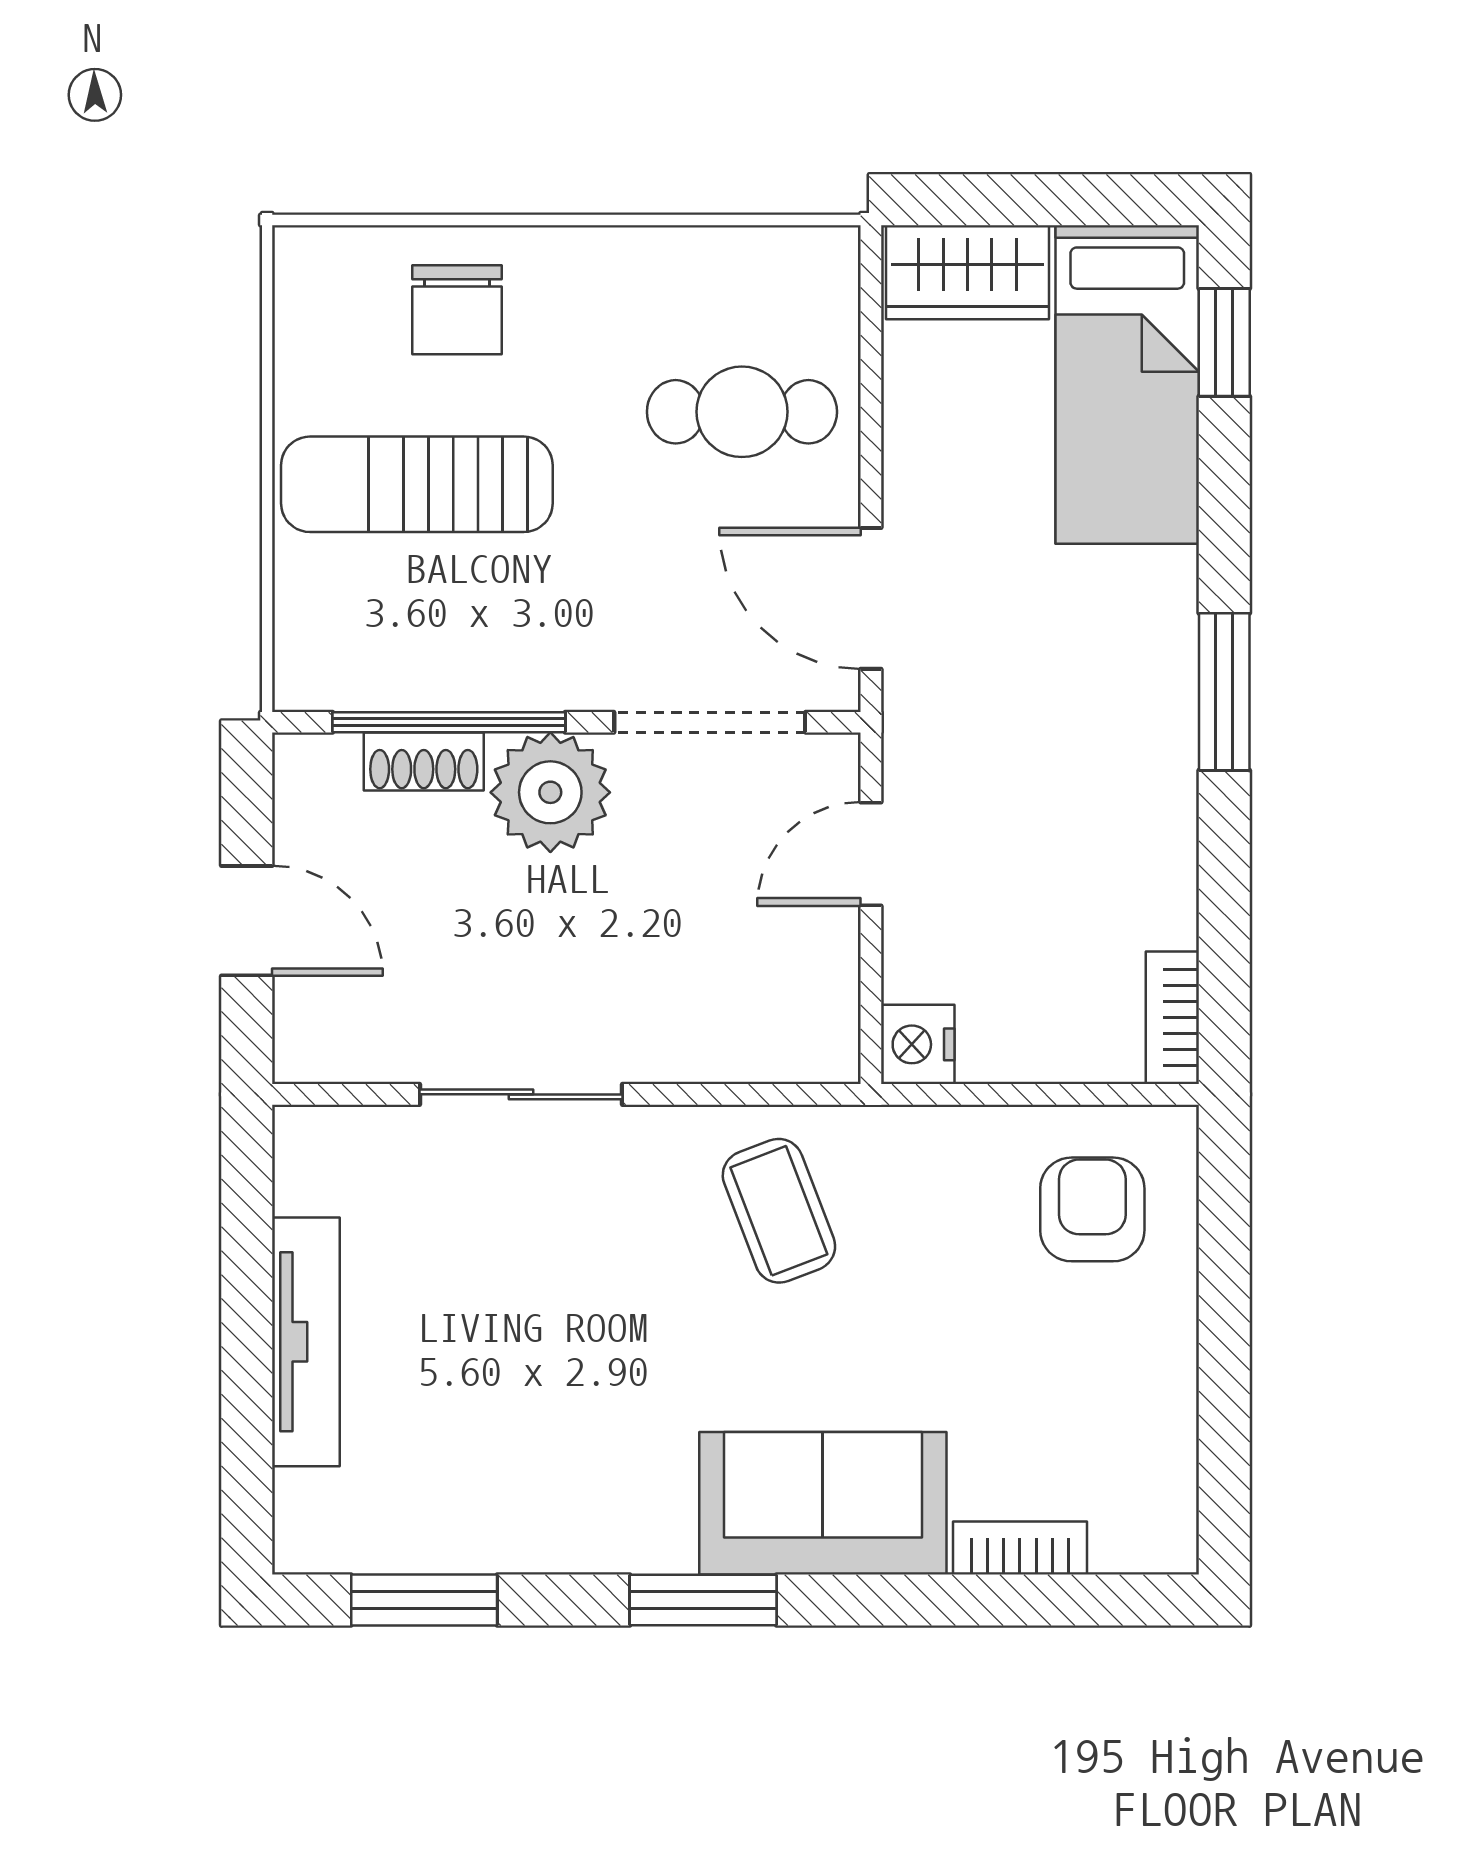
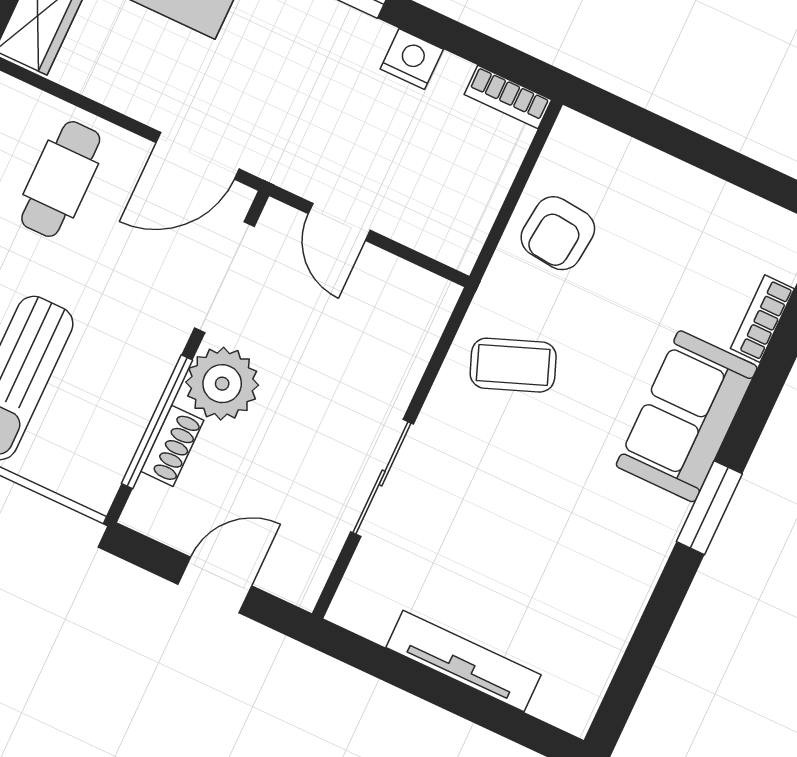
nightstand: (918, 1044) -> (412, 59), moved, turned 180
armchair: (1092, 1209) -> (558, 233), moved, turned -84
window: (424, 1600) -> (637, 662), removed

